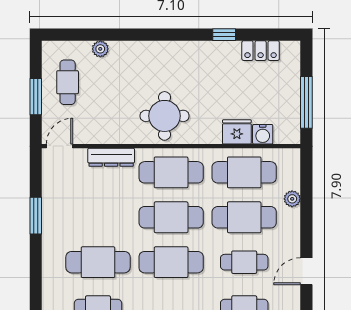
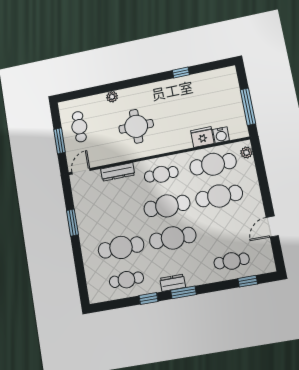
plant: (100, 49) -> (112, 97), moved
locker: (261, 51) -> (208, 78), removed
round table: (165, 116) -> (136, 126), moved
cafe table: (171, 172) -> (161, 174), width x0.73, depth x0.74
plant: (292, 199) -> (246, 153), moved
cafe table: (244, 262) -> (225, 228), removed

